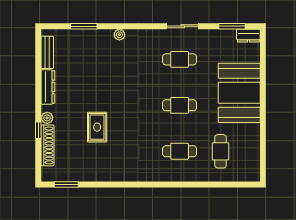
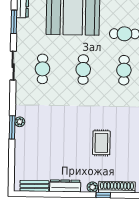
window: (84, 26) -> (12, 127), moved
rug: (97, 127) -> (101, 143), turned 90

